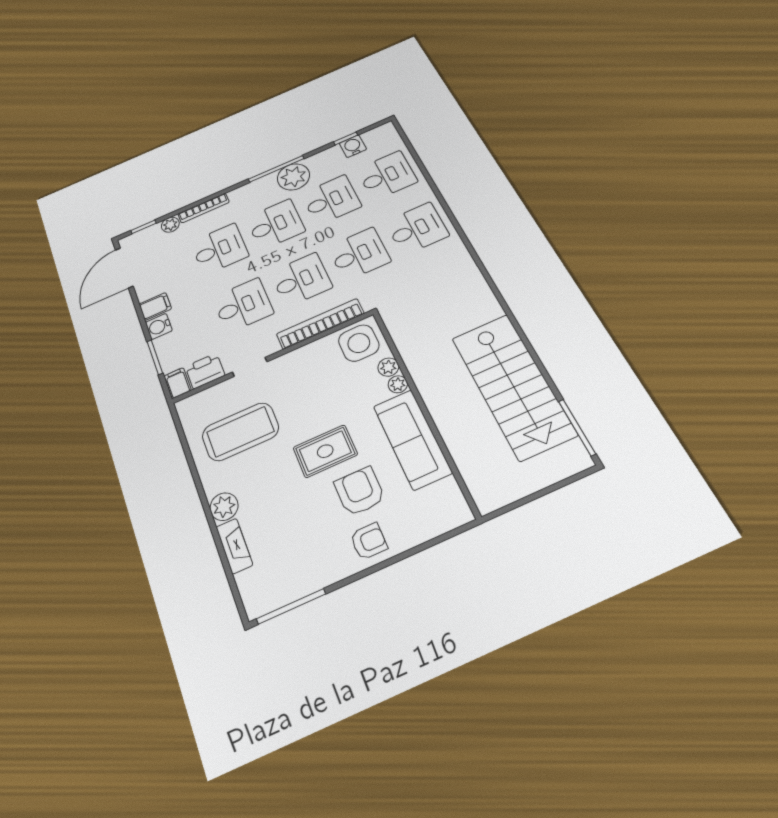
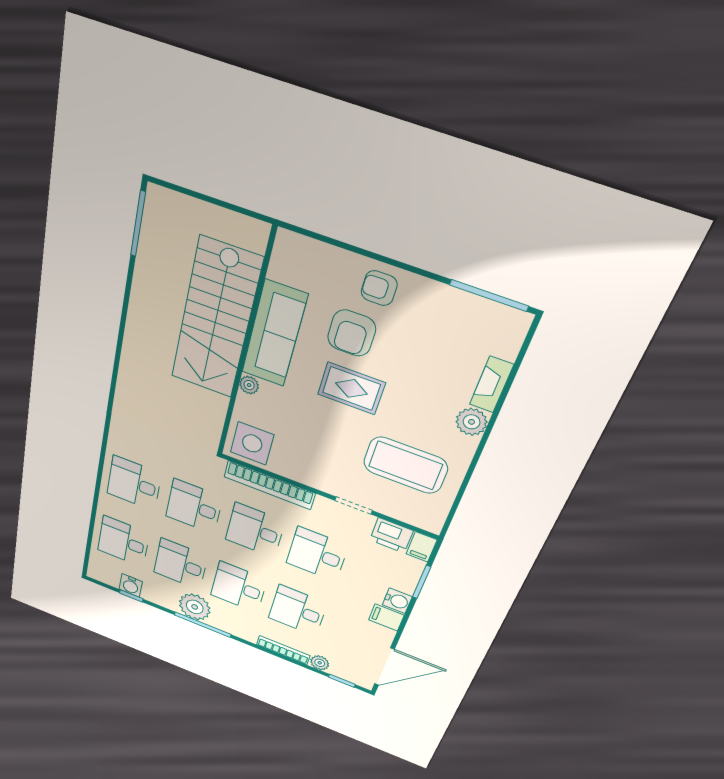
plant: (388, 367) -> (245, 405), removed
stairs: (513, 386) -> (216, 319), moved, turned 180

